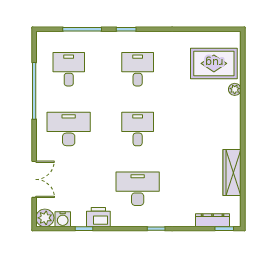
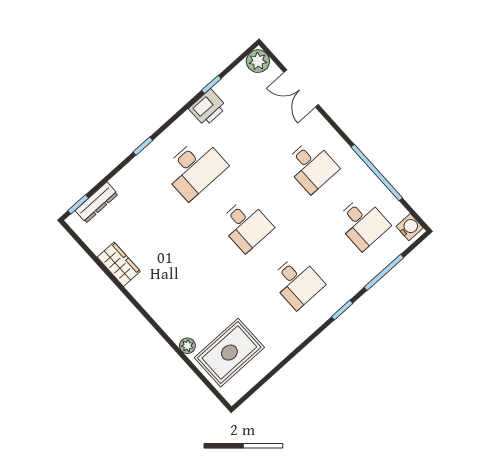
desk: (69, 129) -> (311, 166), width x0.73
wardrobe: (232, 173) -> (119, 264), width x0.67
water cooler: (63, 219) -> (410, 227), moved, turned 90

